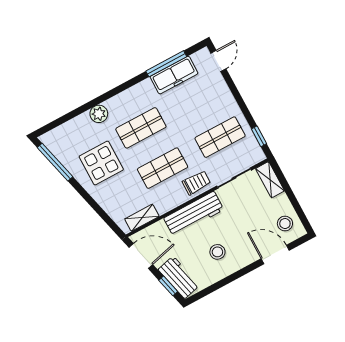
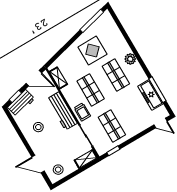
plant: (99, 114) -> (130, 59), moved
door: (275, 255) -> (38, 164), swing flipped
door: (141, 256) -> (34, 78), hinge flipped

